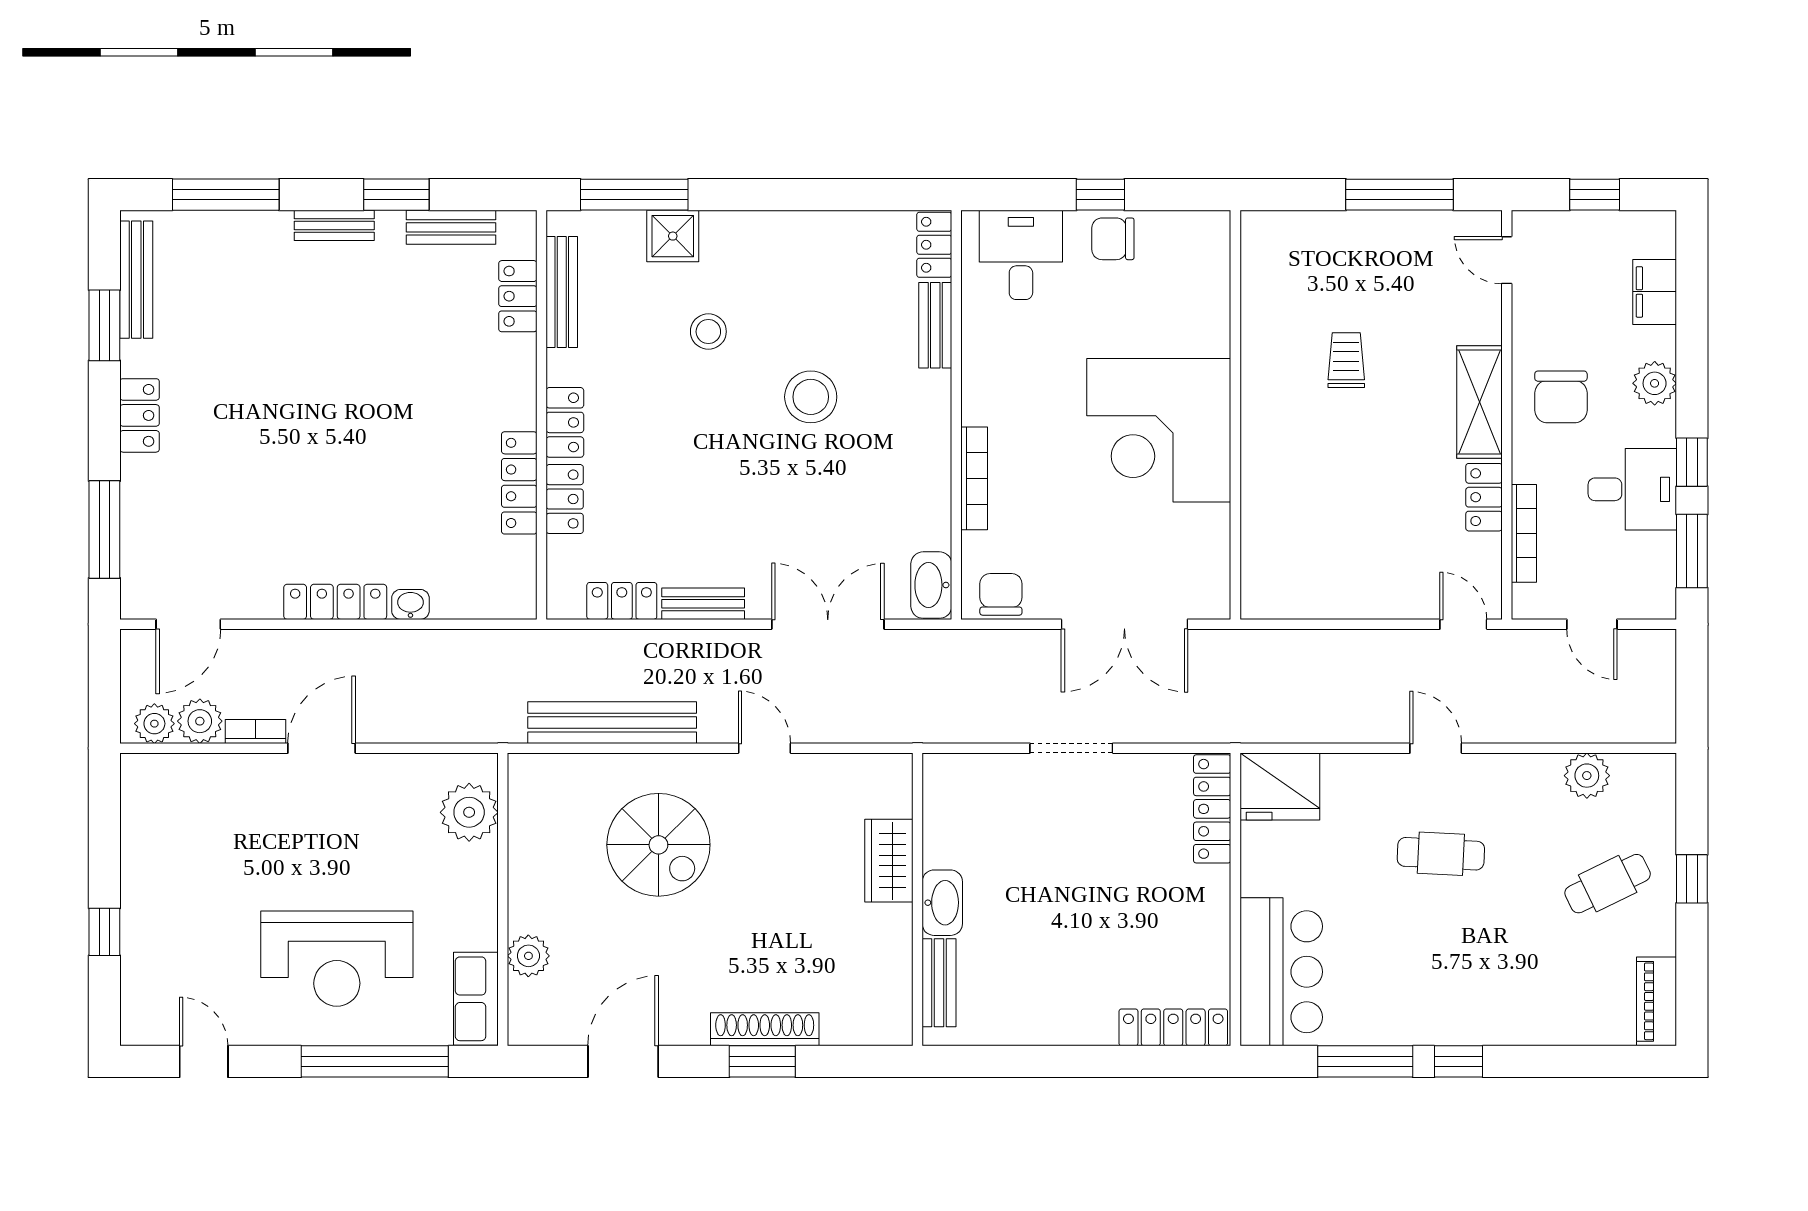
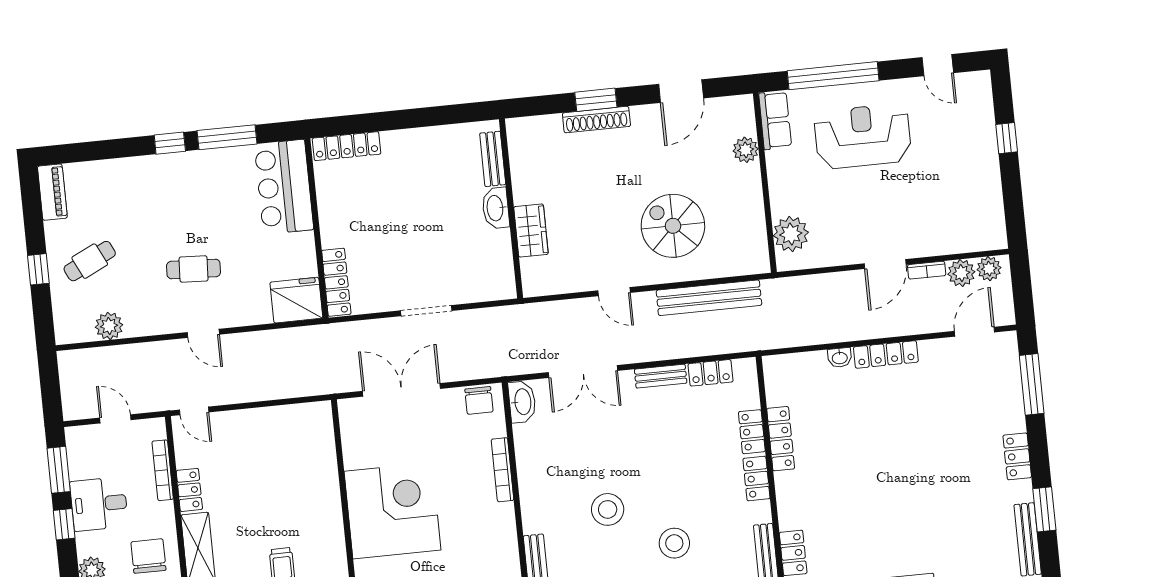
stool: (708, 332) -> (674, 543), width x1.38, depth x1.38

